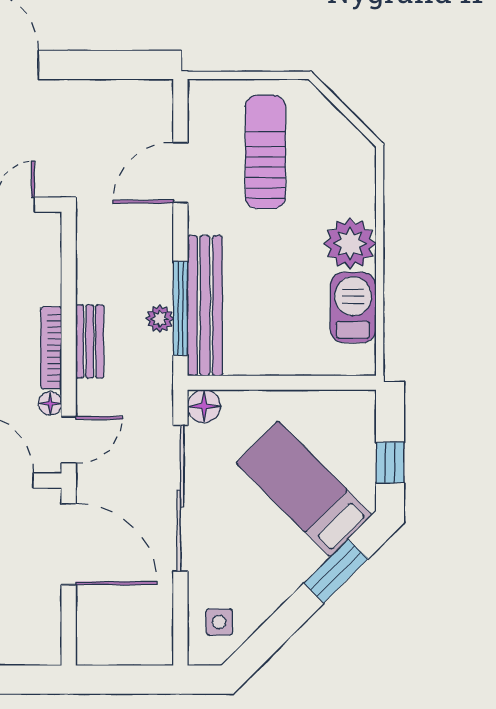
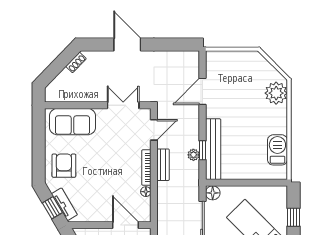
sun lounger: (265, 152) -> (239, 82), removed
plant: (350, 244) -> (276, 93), moved
window: (180, 308) -> (202, 150), width x0.46
door: (69, 440) -> (154, 130), moved

